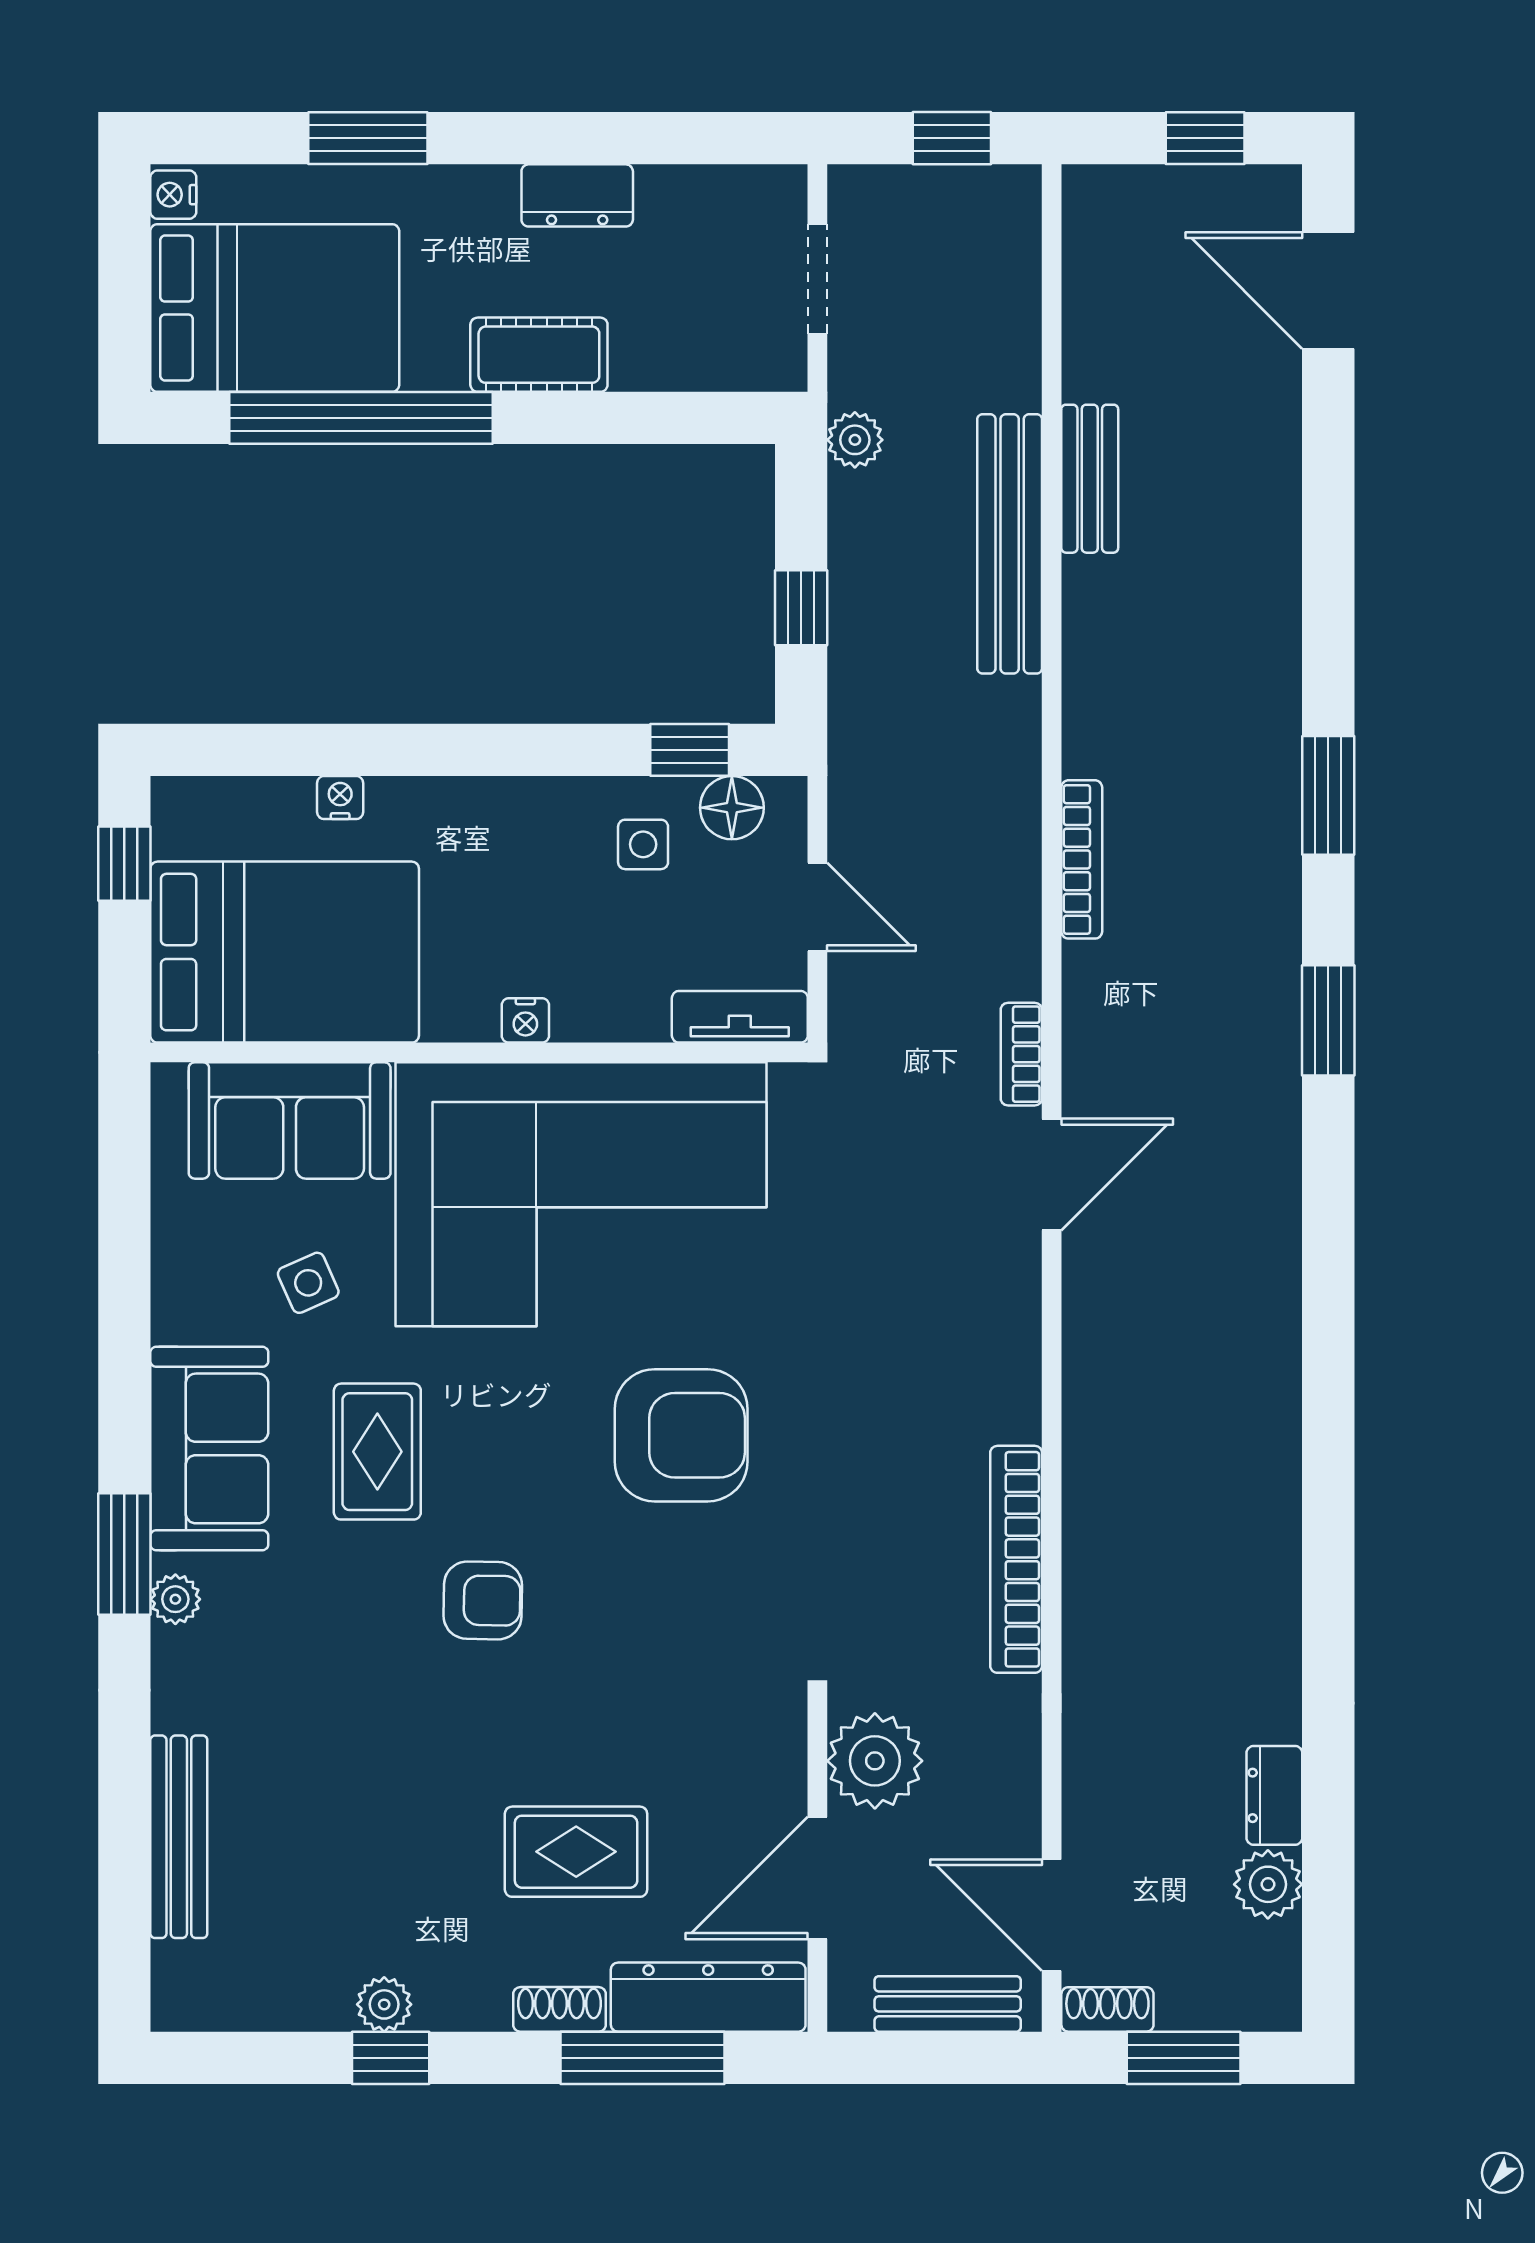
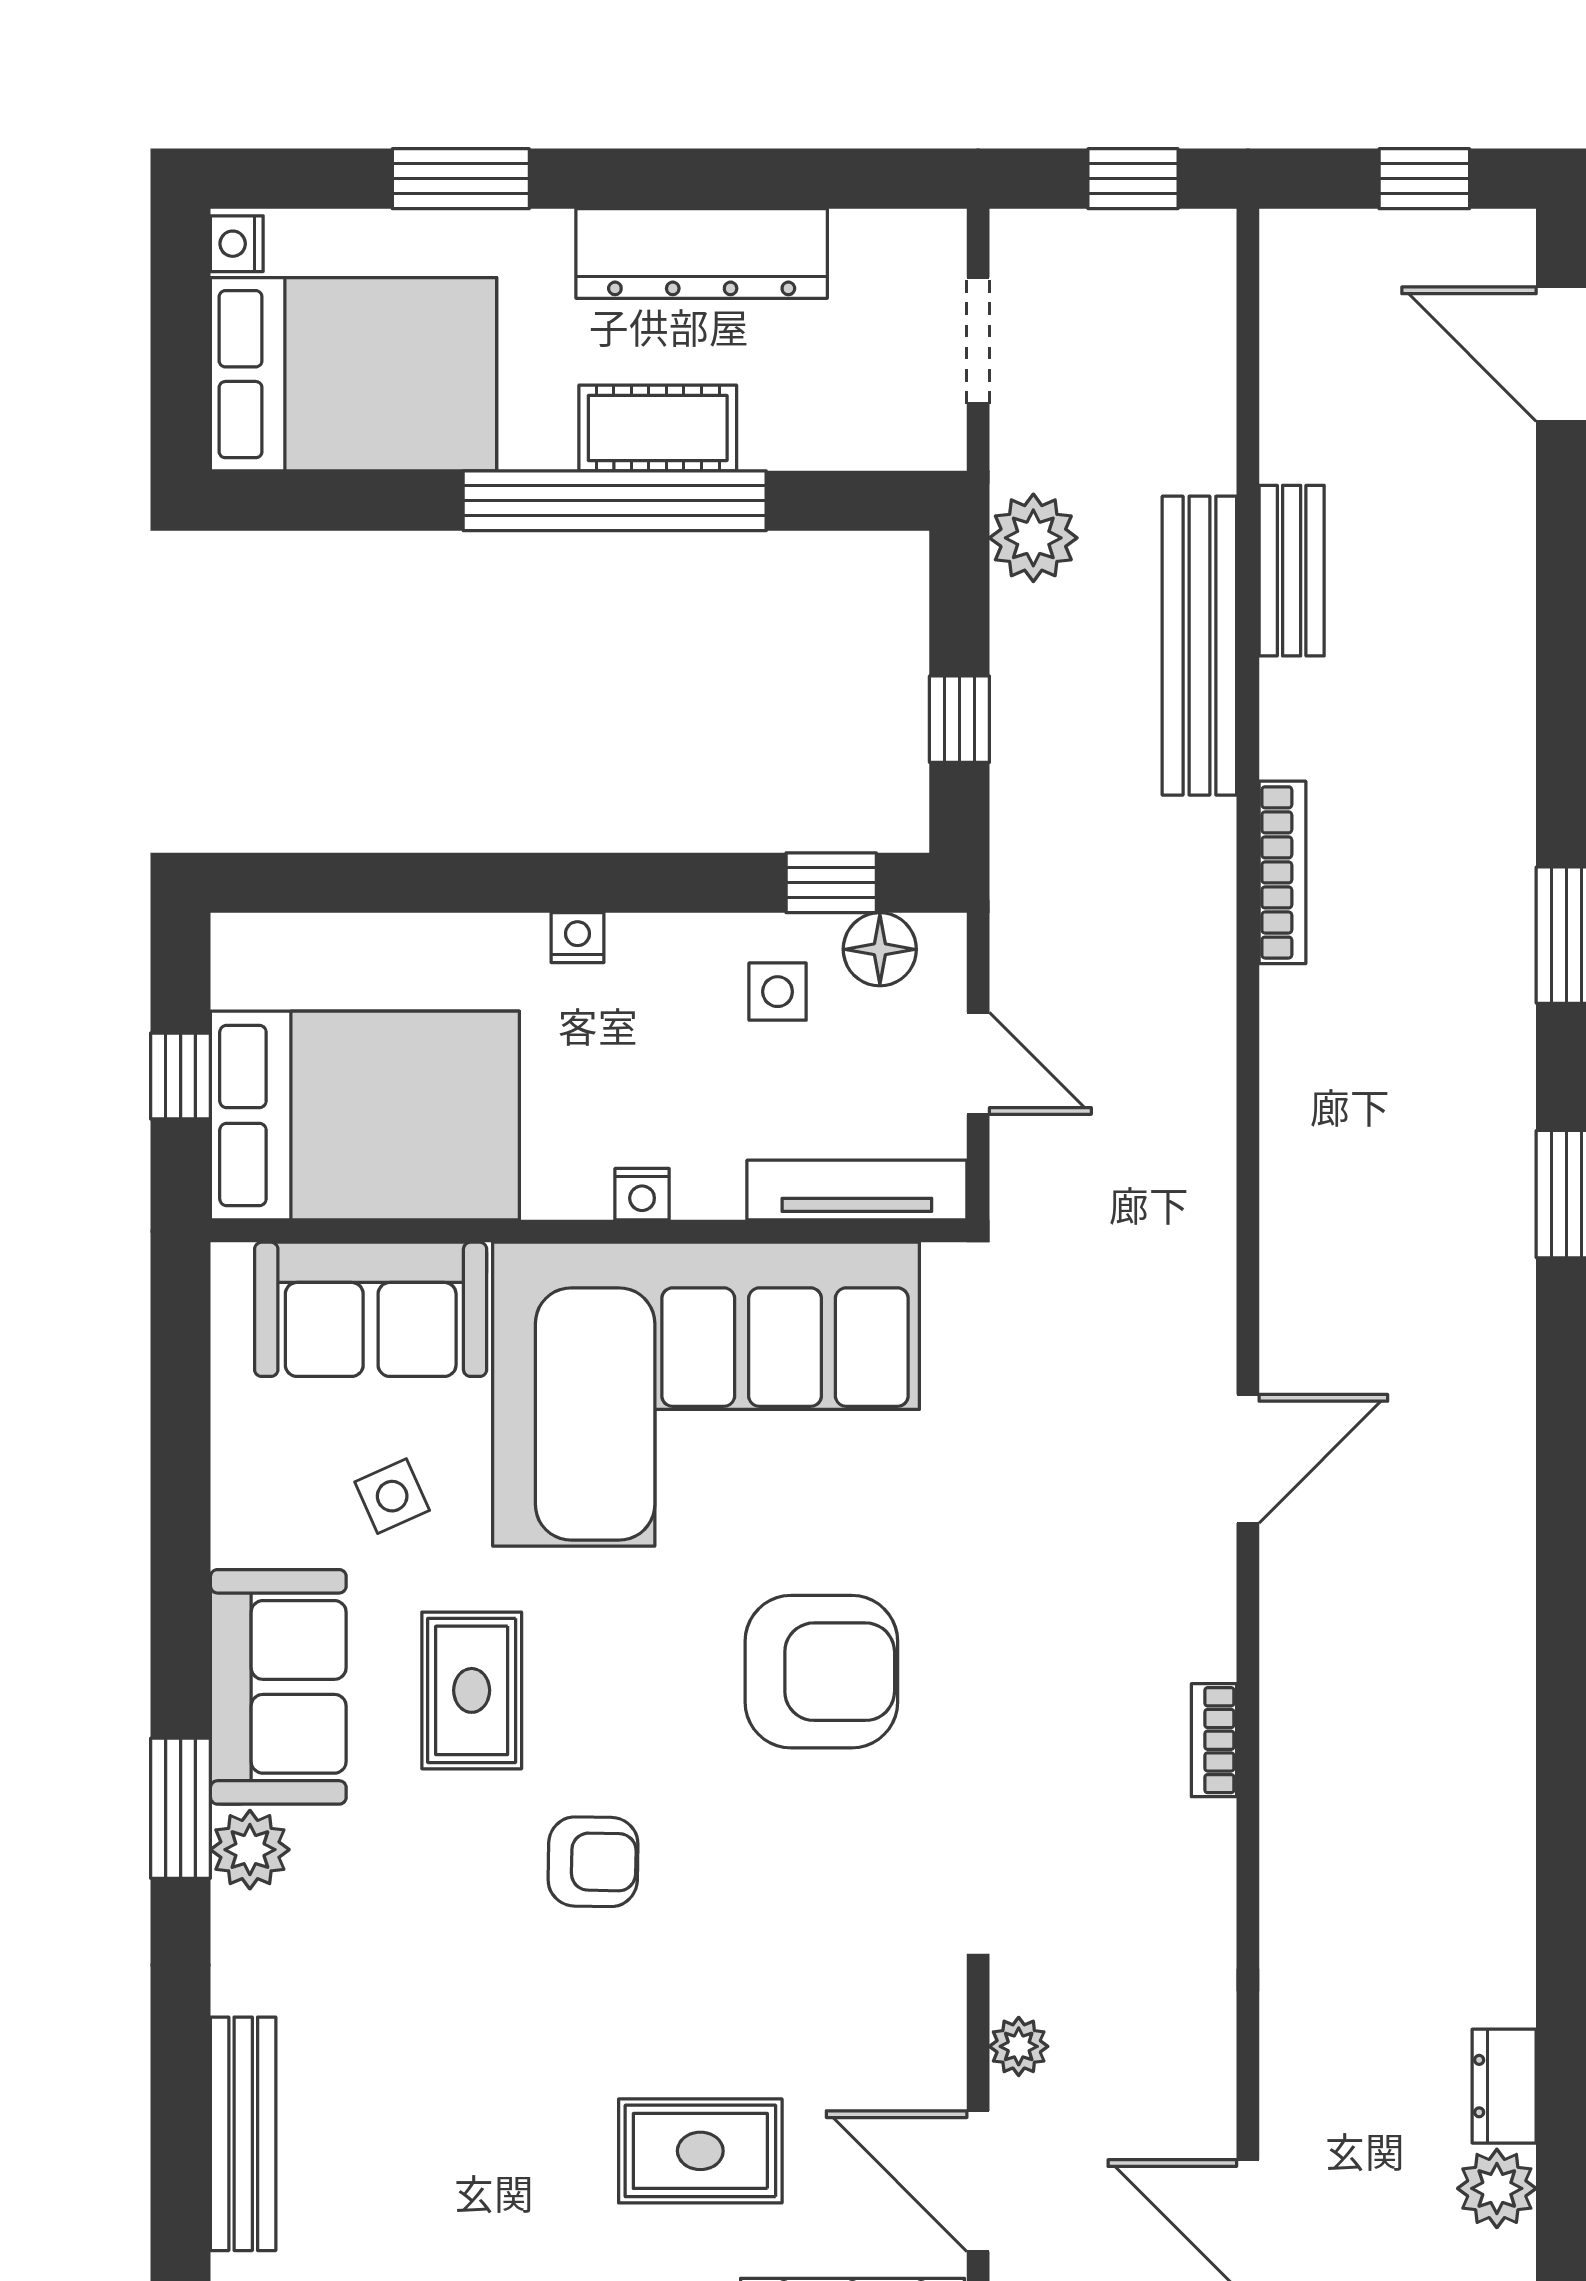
dresser: (577, 195) -> (702, 253), width x1.96, depth x1.24
window: (361, 418) -> (615, 501), moved
plant: (855, 440) -> (1033, 538), width x1.38, depth x1.38
nightstand: (340, 798) -> (577, 938), moved
bookcase: (1082, 859) -> (1282, 872), moved
window: (124, 864) -> (181, 1076), moved
tv unit: (740, 1017) -> (857, 1190), width x1.41
bookcase: (1021, 1054) -> (1213, 1233), removed
door: (1052, 1175) -> (1248, 1459), moved
bookcase: (1016, 1559) -> (1214, 1740), width x0.43, depth x0.76
plant: (175, 1599) -> (250, 1850), width x1.38, depth x1.38
plant: (875, 1761) -> (1019, 2046), width x0.53, depth x0.53
door: (817, 1878) -> (978, 2181), hinge flipped

